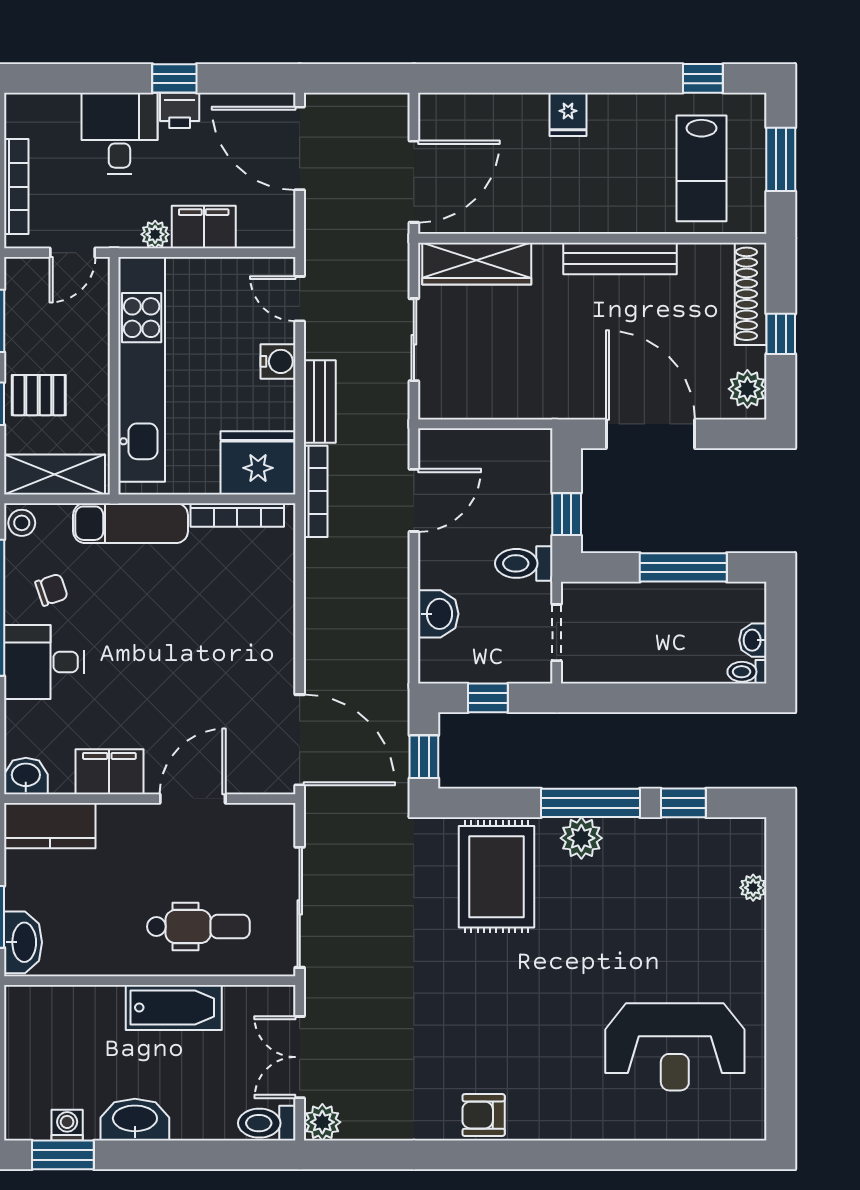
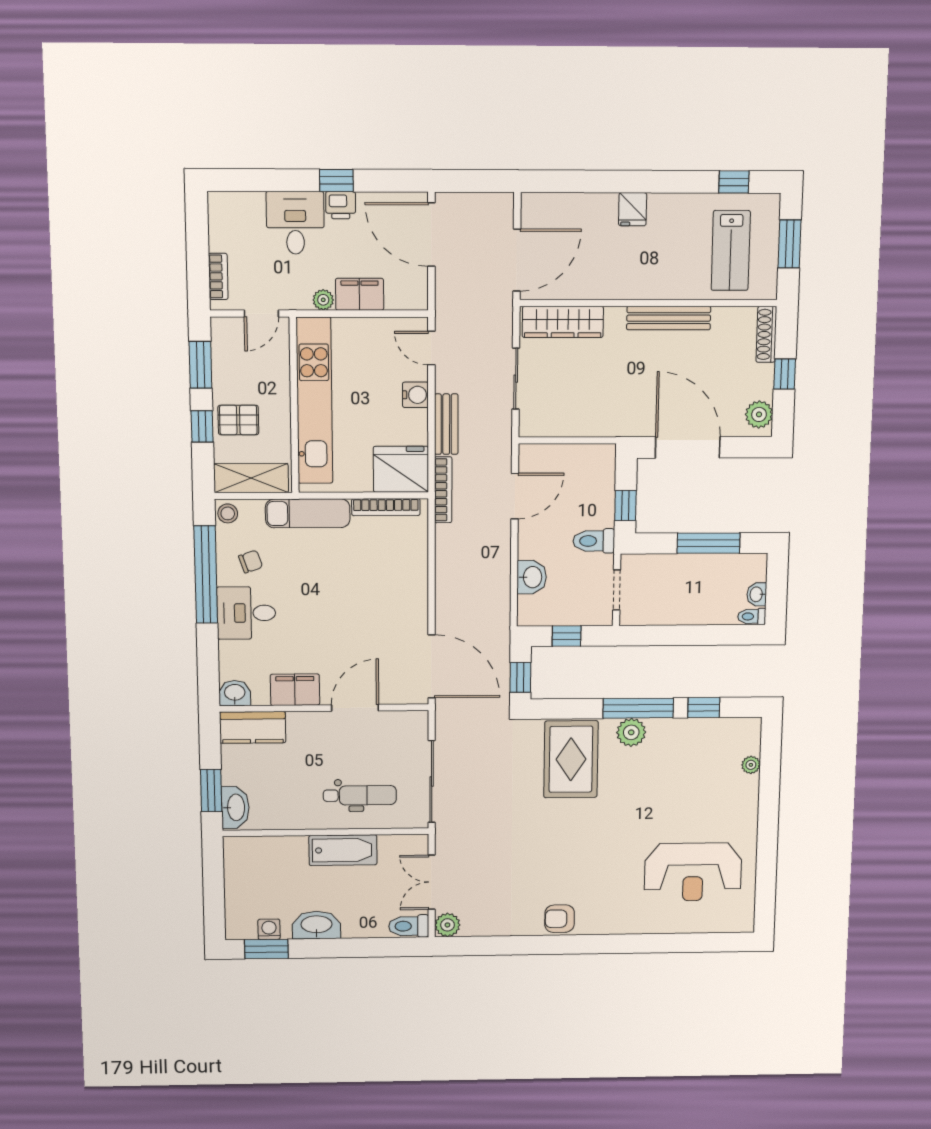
bookcase: (16, 187) -> (218, 276), width x0.64
shoe rack: (751, 294) -> (766, 334), width x0.74, depth x0.81

